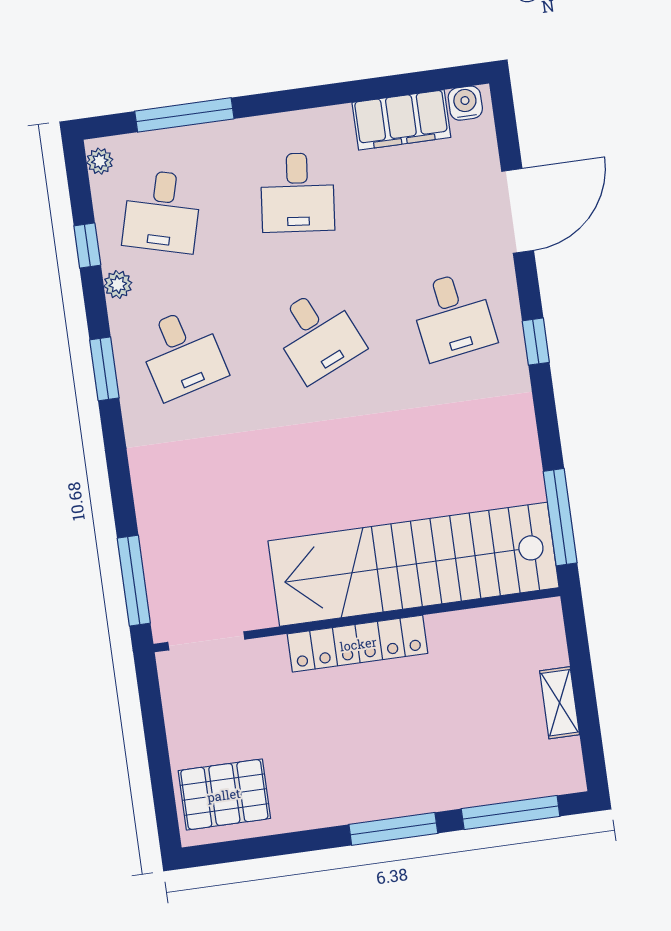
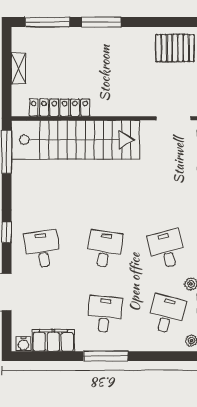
window: (184, 115) -> (106, 356), moved
desk: (317, 335) -> (104, 249), turned 33
locker: (358, 644) -> (59, 108), moved

